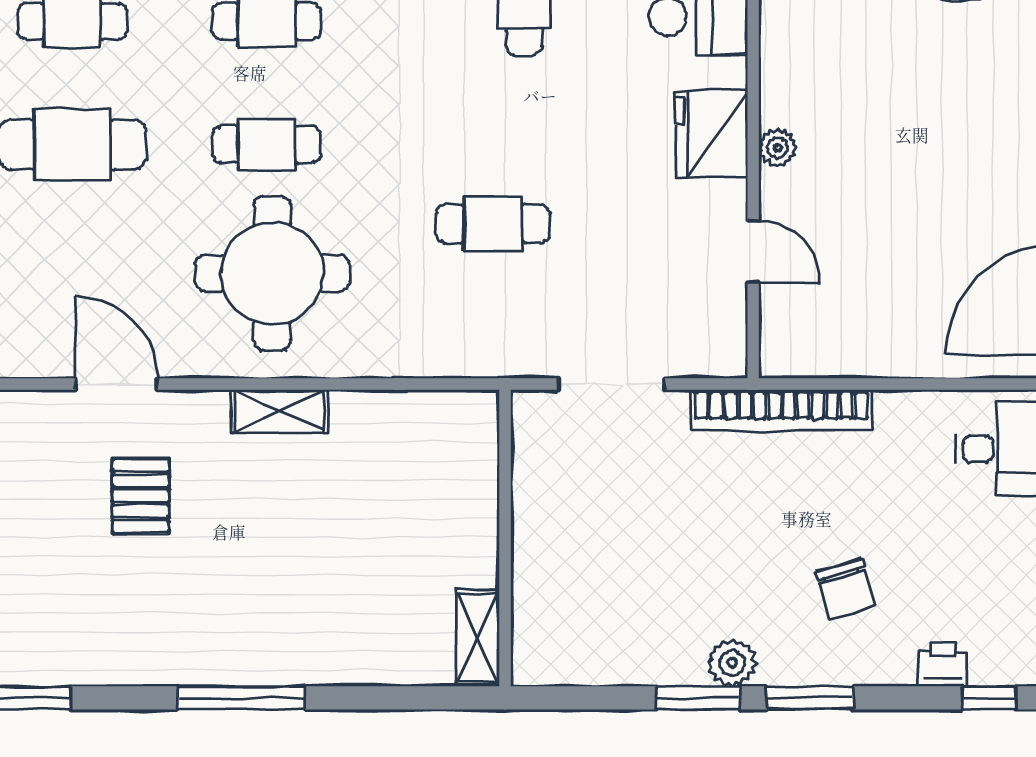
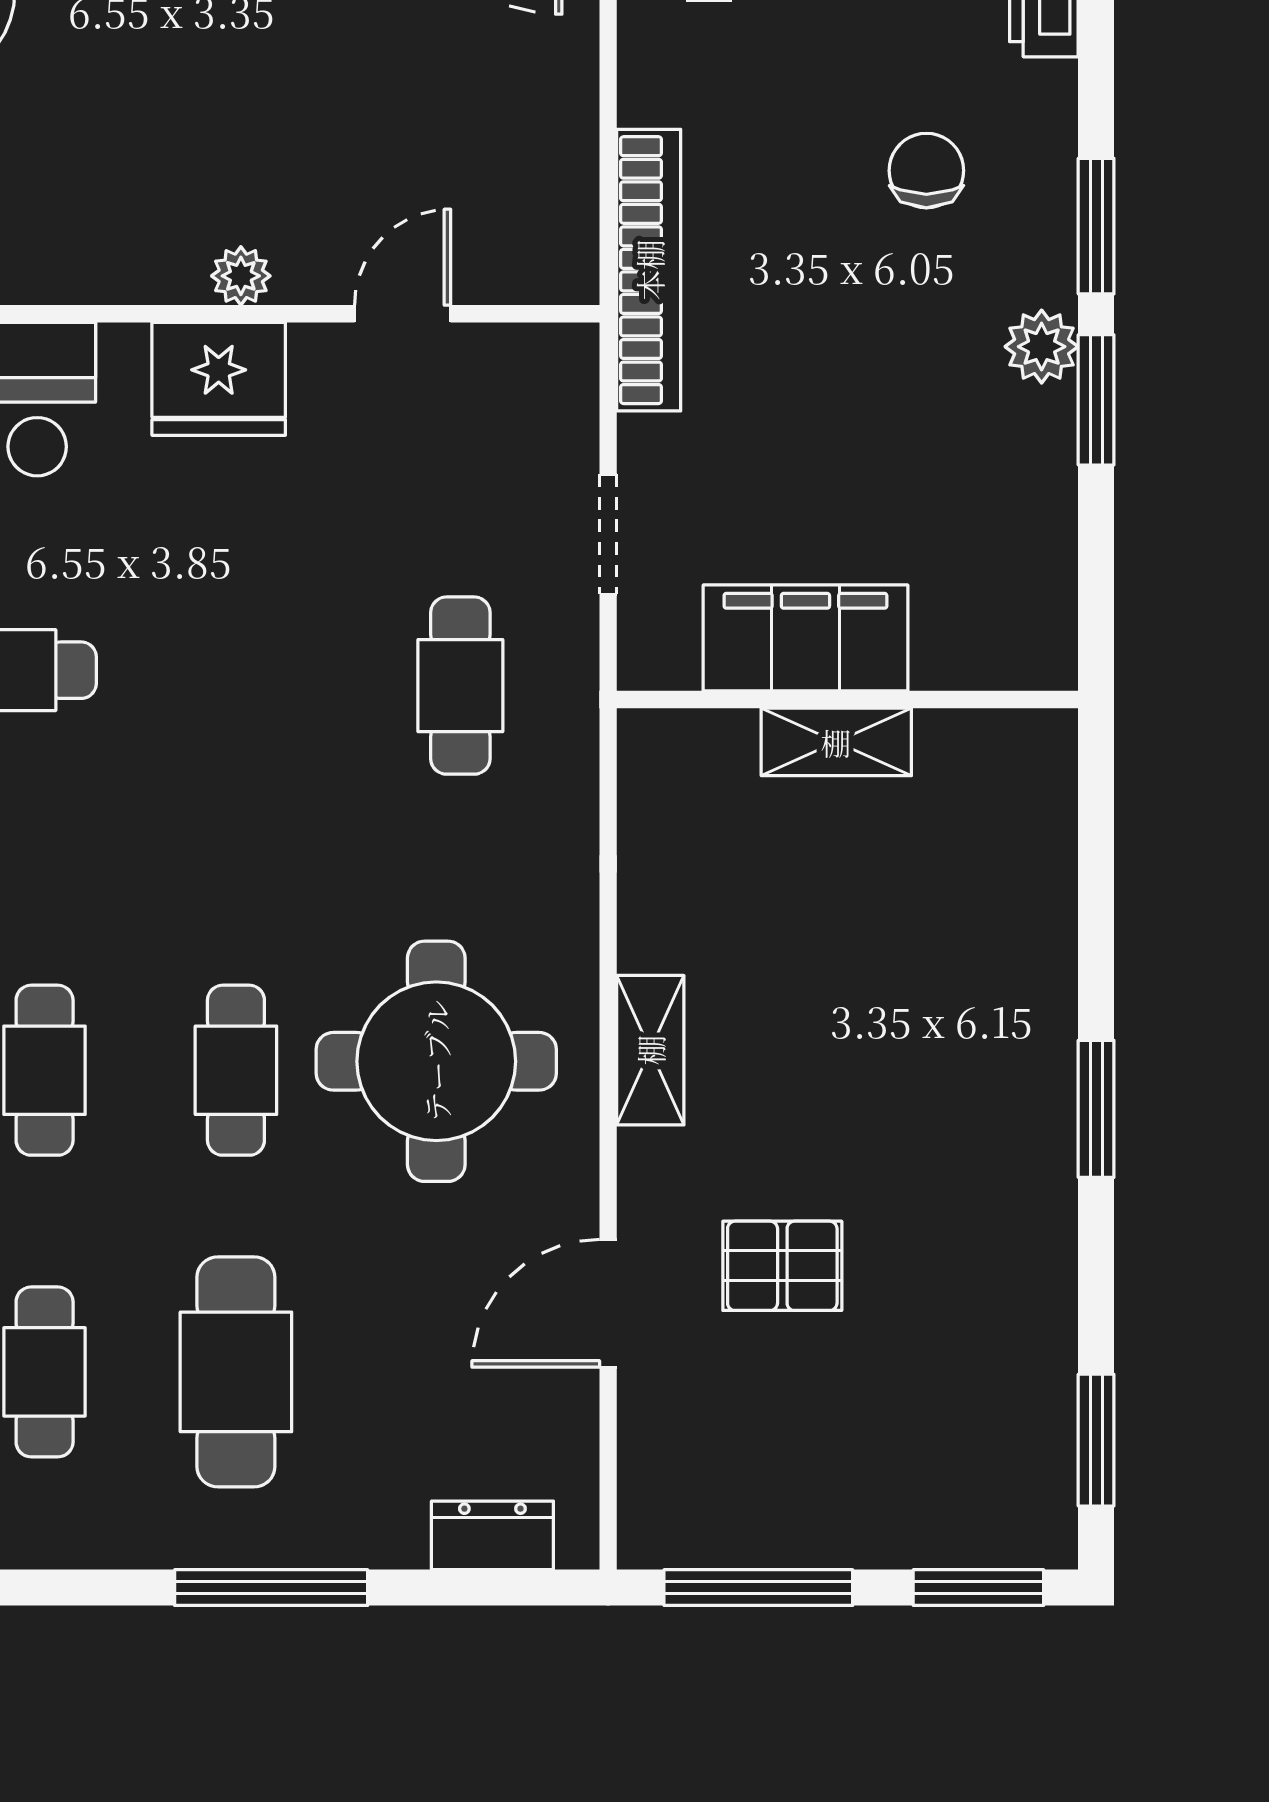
cafe table: (493, 224) -> (460, 686), moved
doorway: (611, 384) -> (608, 534), width x0.73
filing cabinet: (545, 511) -> (805, 638), added
chair: (845, 589) -> (926, 171), turned -74
shelving: (478, 638) -> (836, 742), moved
window: (242, 698) -> (1096, 1109), width x0.69

